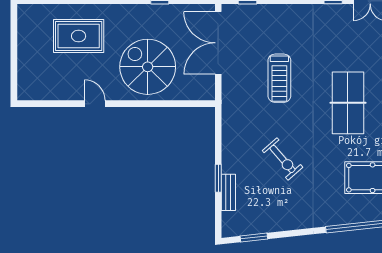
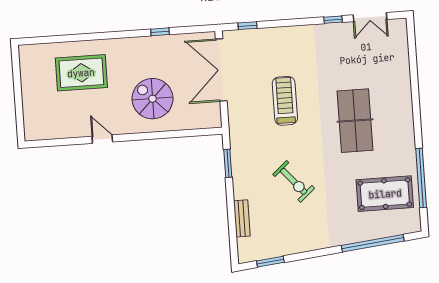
spiral stairs: (148, 67) -> (153, 99), width x0.73, depth x0.73
treadmill: (279, 78) -> (285, 101), turned 180
window: (218, 178) -> (228, 163), moved

